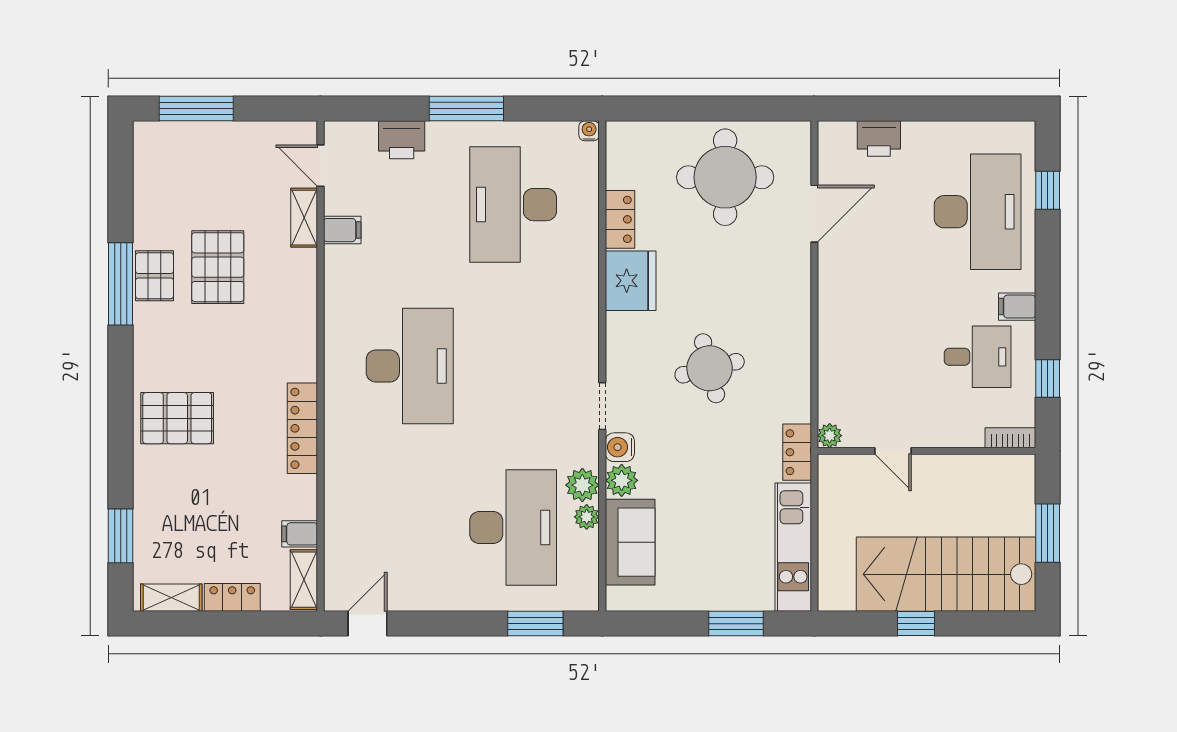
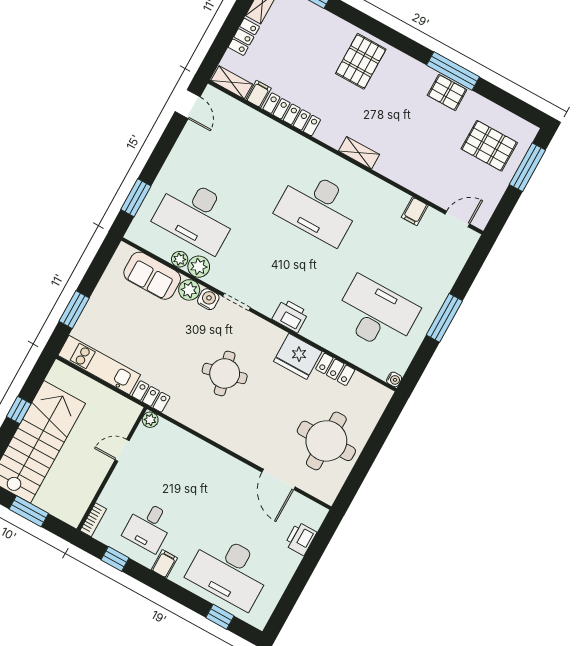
printer: (402, 140) -> (290, 316), moved, turned 90
shelving: (304, 218) -> (359, 153), moved
pallet: (218, 267) -> (489, 146), moved
locker: (302, 428) -> (292, 114), moved

